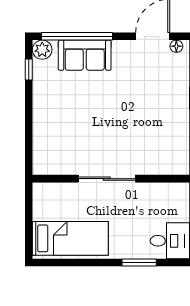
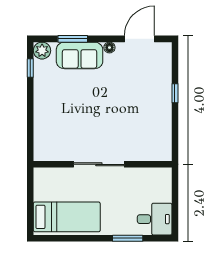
window: (77, 36) -> (73, 39), width x0.47
floor lamp: (176, 46) -> (109, 48), moved

